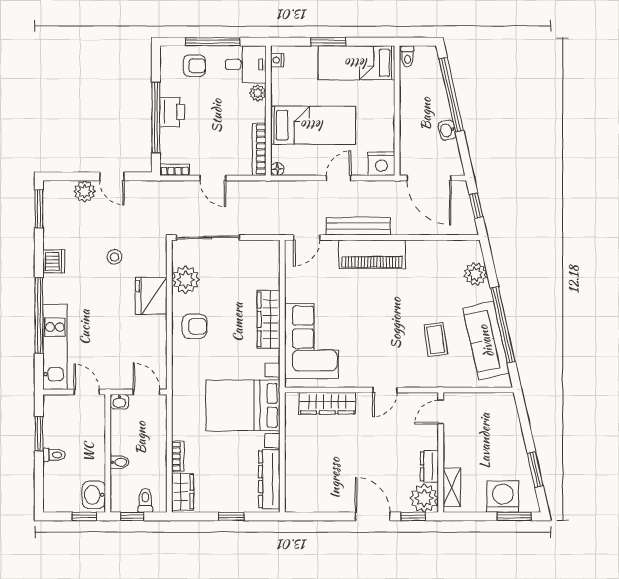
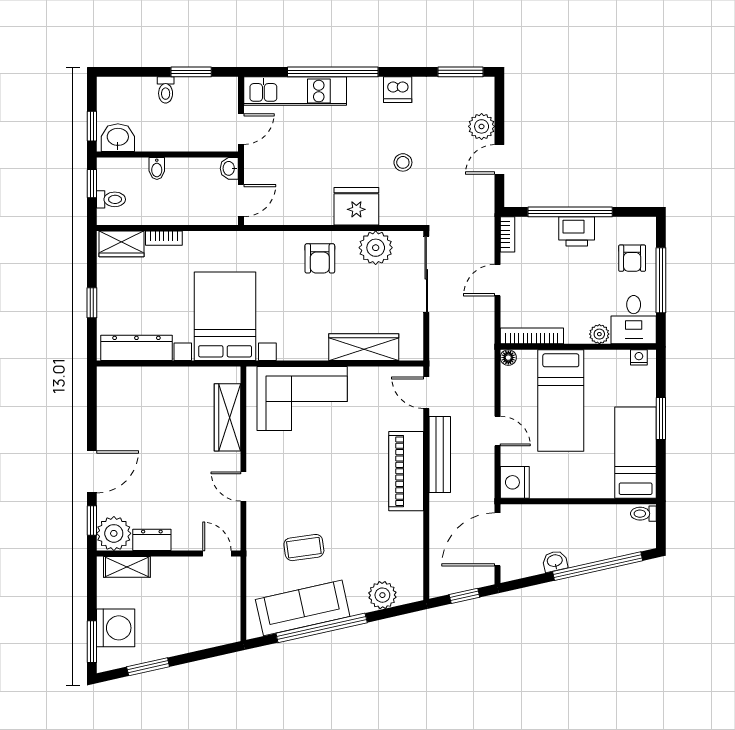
wardrobe: (269, 319) -> (364, 347), moved

